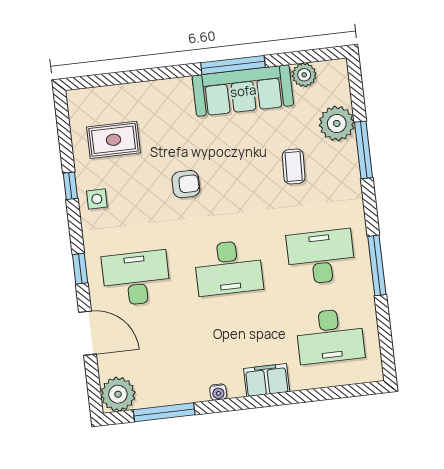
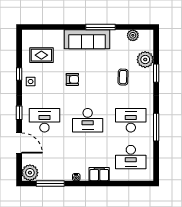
sofa: (243, 91) -> (87, 39), moved
window: (364, 150) -> (156, 73), width x0.69

